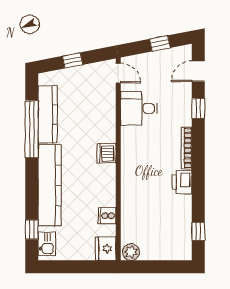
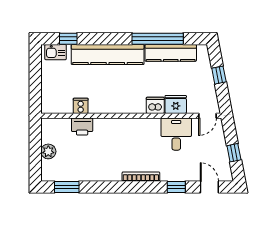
dishwasher: (107, 153) -> (155, 105), moved
printer: (182, 182) -> (82, 126), moved, turned 180
window: (198, 231) -> (67, 187), width x1.50
fridge: (106, 249) -> (176, 104), moved
plant: (131, 252) -> (48, 151), moved

